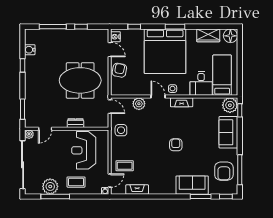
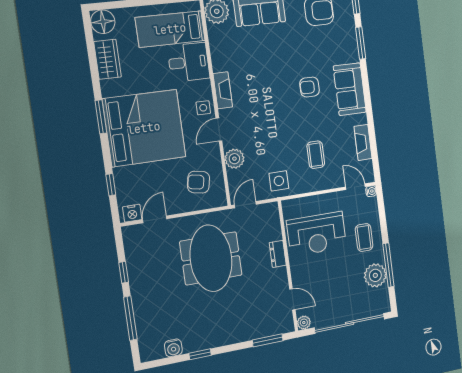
armchair: (119, 70) -> (198, 182), moved
armchair: (176, 145) -> (310, 87), moved
coffee table: (125, 166) -> (316, 155), moved
sofa: (192, 185) -> (350, 89), moved

